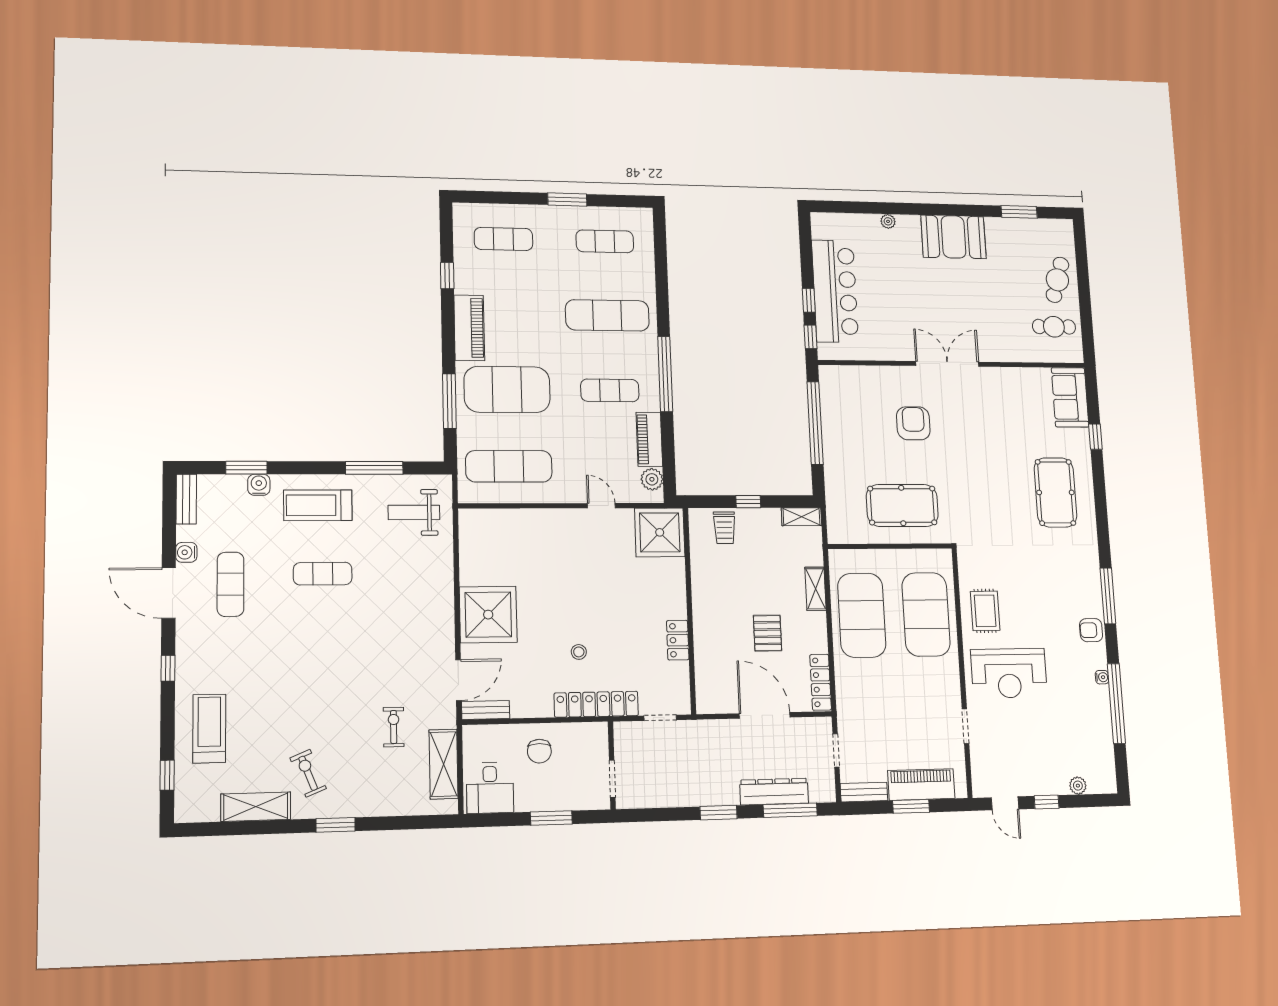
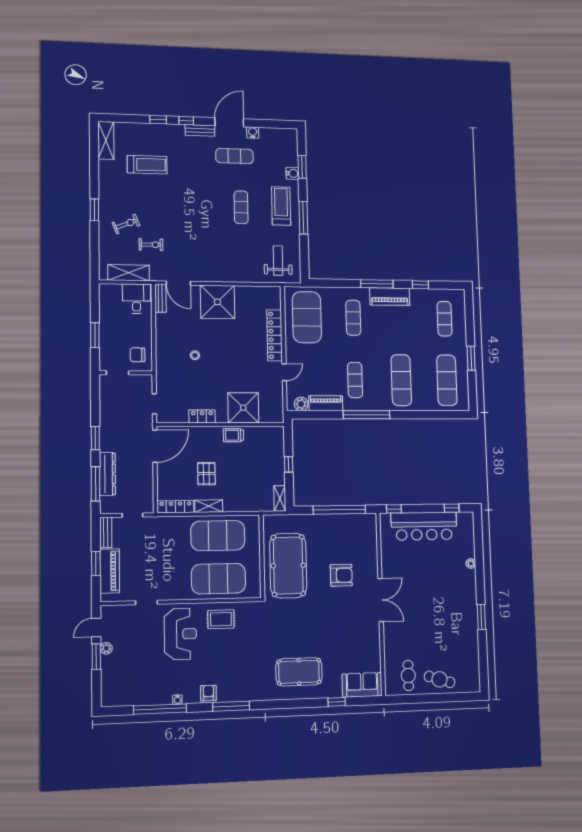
window: (1019, 212) -> (481, 617), moved
booth: (953, 237) -> (464, 608), removed
exercise mat: (605, 241) -> (447, 380), width x1.36, depth x1.45
window: (809, 300) -> (452, 508), moved
exercise mat: (507, 389) -> (353, 318), width x0.50, depth x0.69
window: (449, 401) -> (377, 284), moved
exercise mat: (509, 466) -> (307, 317), width x1.47
window: (374, 468) -> (303, 218), moved
bench: (186, 499) -> (200, 130), moved
pool table: (902, 505) -> (288, 566), width x1.36, depth x1.32
trolley: (724, 528) -> (233, 435), moved
shower: (660, 532) -> (243, 408), moved
shelving: (815, 589) -> (209, 506), moved
pallet: (768, 633) -> (206, 474), turned 90
reception desk: (1009, 673) -> (180, 634), turned 180
locker: (596, 704) -> (275, 335), moved, turned 180
door: (765, 715) -> (155, 446), moved
treadmill: (209, 728) -> (147, 165), moved
chair: (539, 751) -> (138, 355), moved
exercise bike: (308, 773) -> (126, 224), moved
window: (167, 775) -> (158, 120), moved
plant: (1078, 786) -> (106, 648), moved
desk: (490, 788) -> (137, 299), moved, turned 90
window: (1047, 802) -> (96, 657), width x1.50
shelving: (256, 807) -> (106, 140), moved

